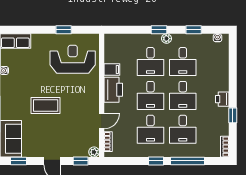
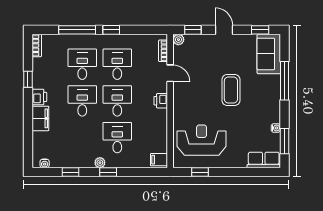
window: (64, 30) -> (200, 172), moved
reception desk: (73, 59) -> (202, 140), turned 180
desk: (183, 62) -> (82, 138), removed
filing cabinet: (112, 69) -> (159, 160), moved
filing cabinet: (221, 79) -> (40, 118), added
printer: (113, 90) -> (161, 101), width x0.53, depth x0.68
coffee table: (46, 106) -> (231, 90), turned 90
door: (102, 121) -> (170, 73), swing flipped

